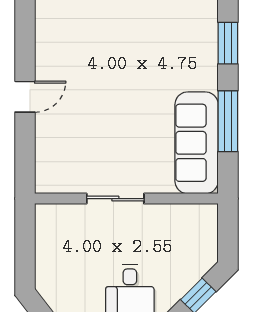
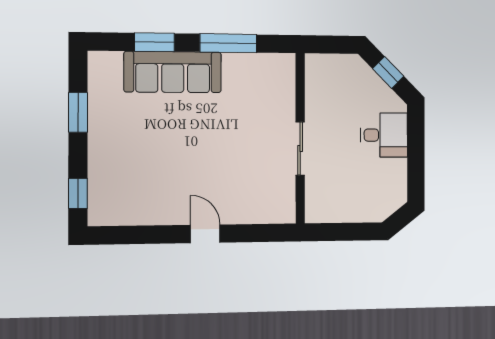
sofa: (197, 143) -> (173, 72), moved

